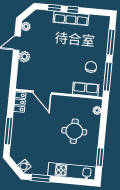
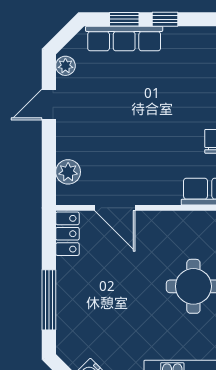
row of seats: (71, 18) -> (124, 39), moved
plant: (24, 57) -> (68, 172), moved

